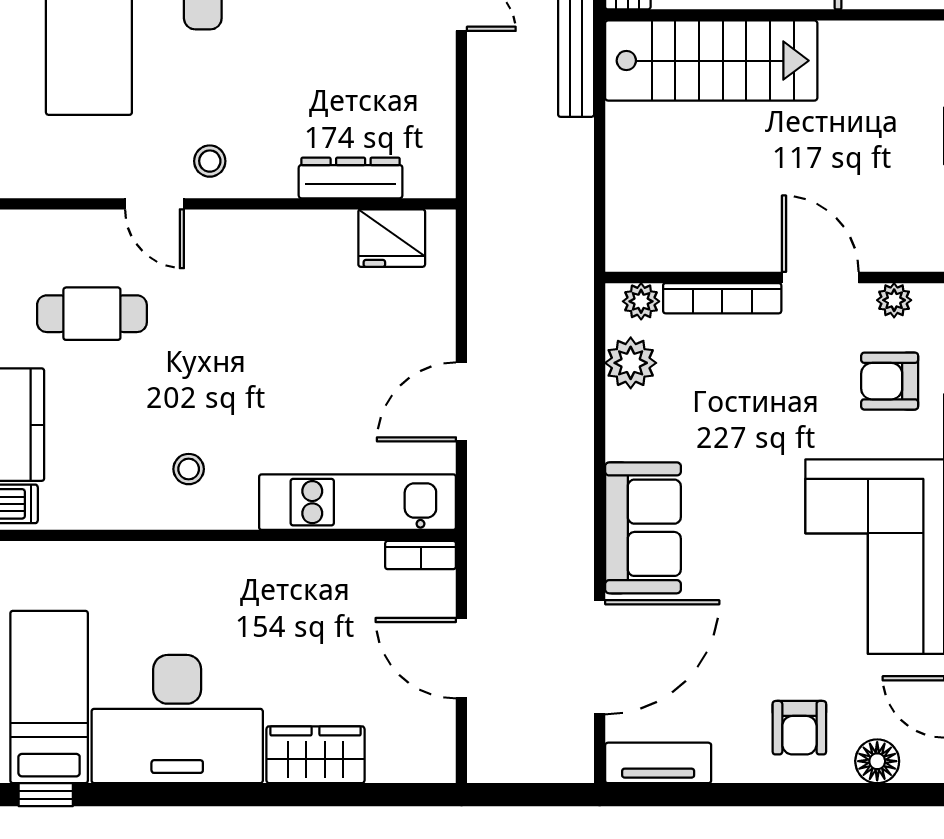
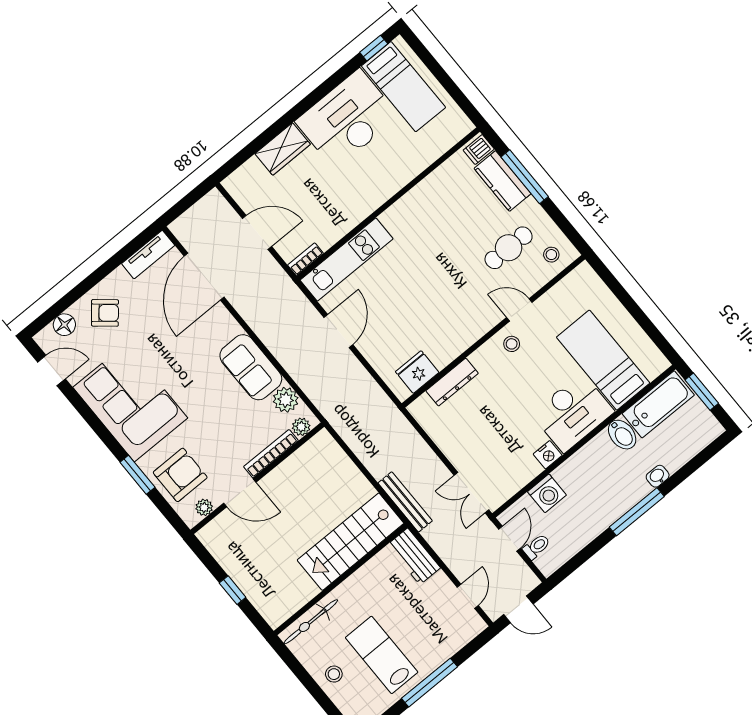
armchair: (890, 381) -> (180, 475), width x1.38, depth x1.38
stool: (189, 469) -> (551, 255), moved
sofa: (643, 528) -> (251, 367), moved
armchair: (799, 728) -> (105, 313), turned 130

